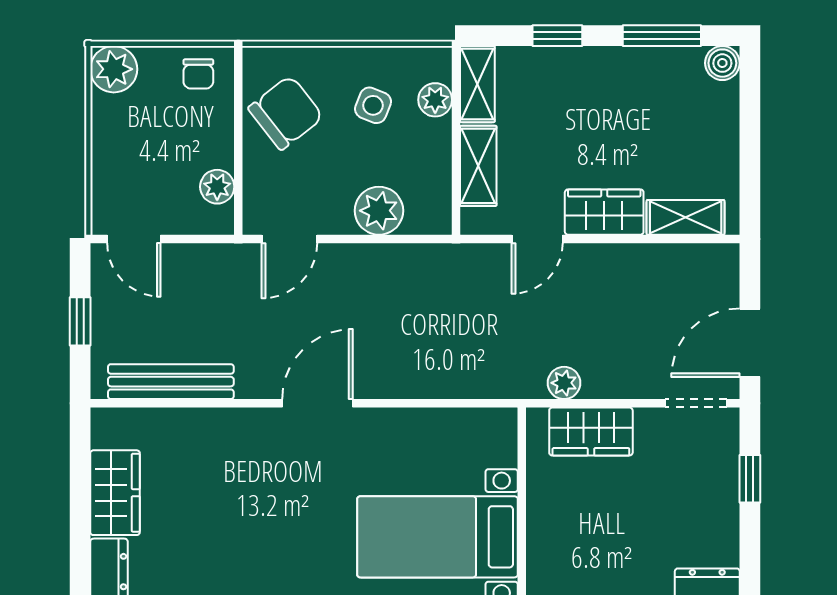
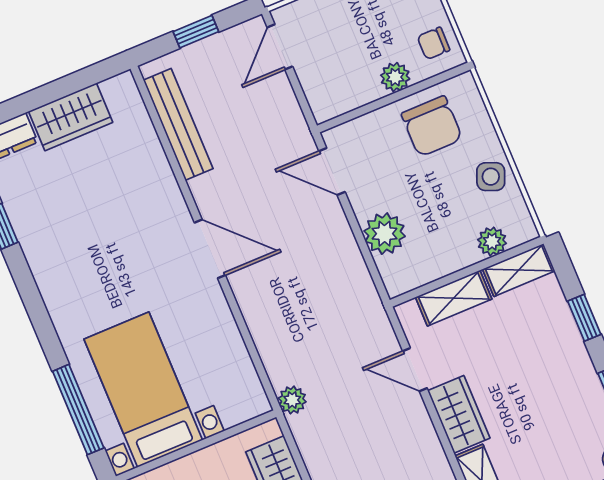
side table: (373, 105) -> (491, 177), moved
chair: (286, 113) -> (432, 126), turned 38
plant: (217, 187) -> (395, 77), moved
plant: (564, 383) -> (292, 400), moved

